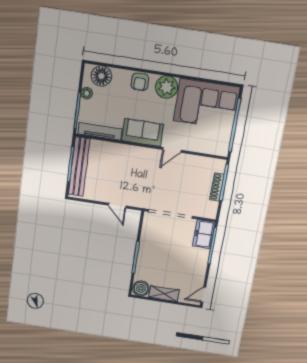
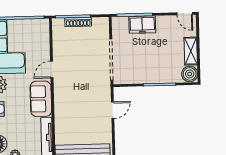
door: (172, 150) -> (52, 70), swing flipped
freezer: (204, 234) -> (142, 25), moved

